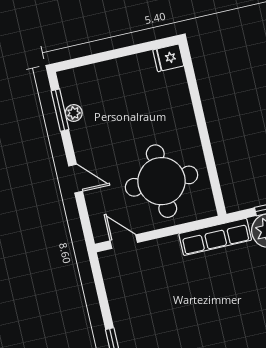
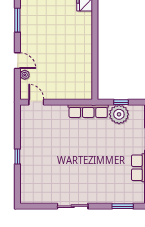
plant: (74, 113) -> (25, 75), moved
round table: (161, 181) -> (65, 73), removed

